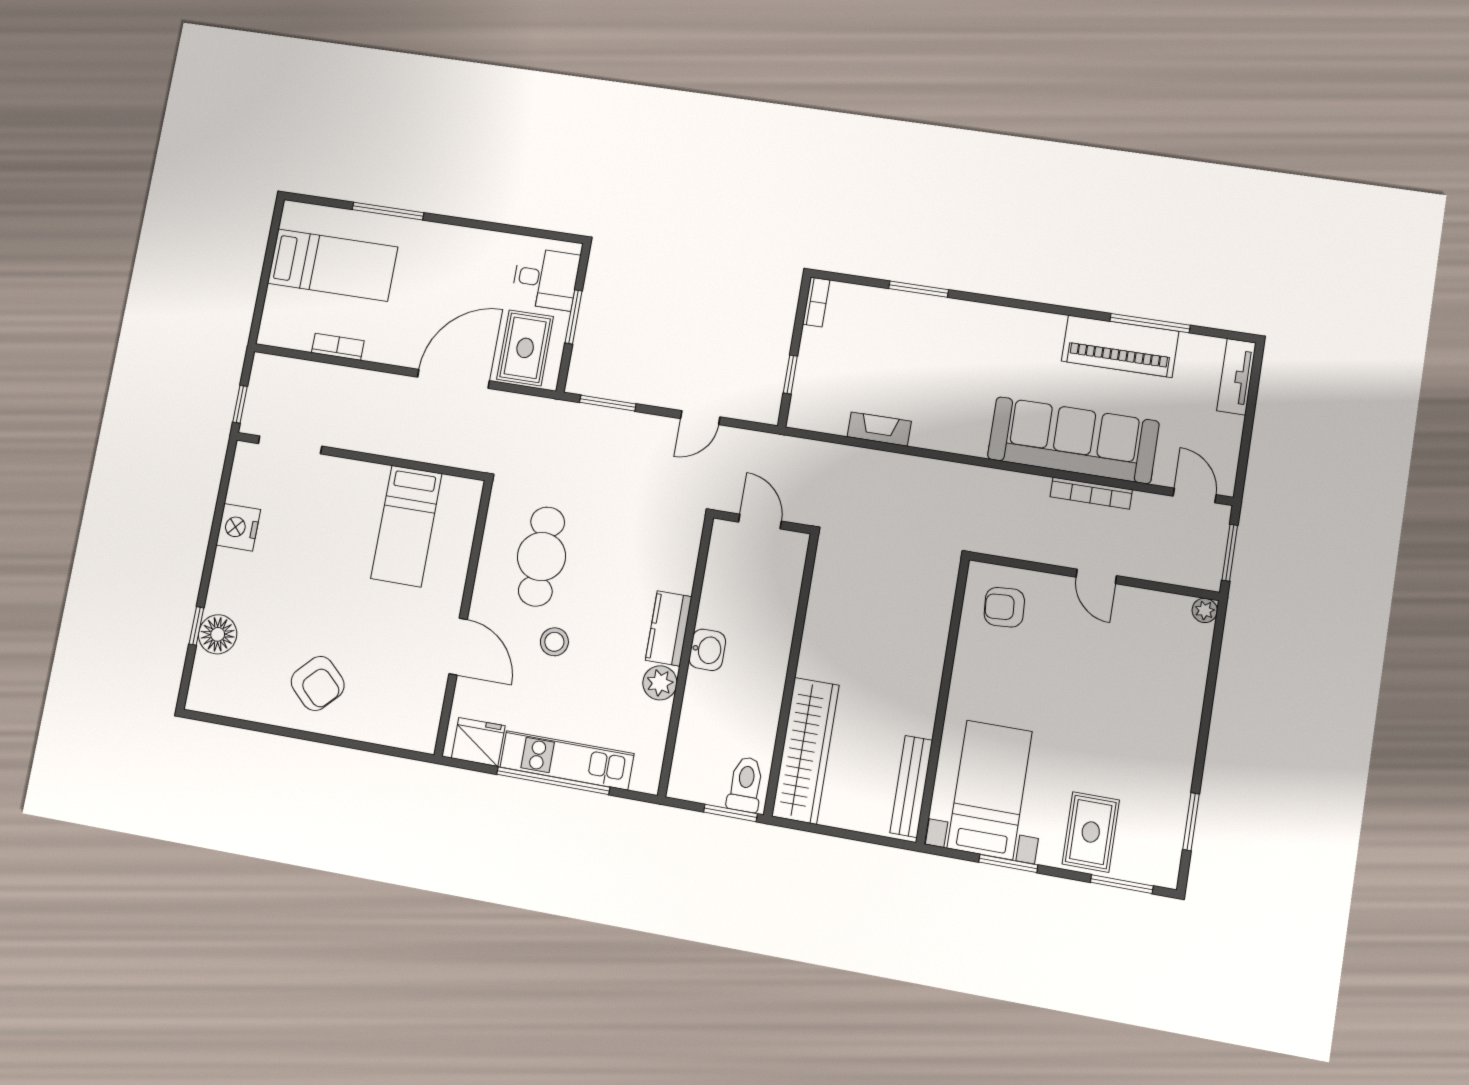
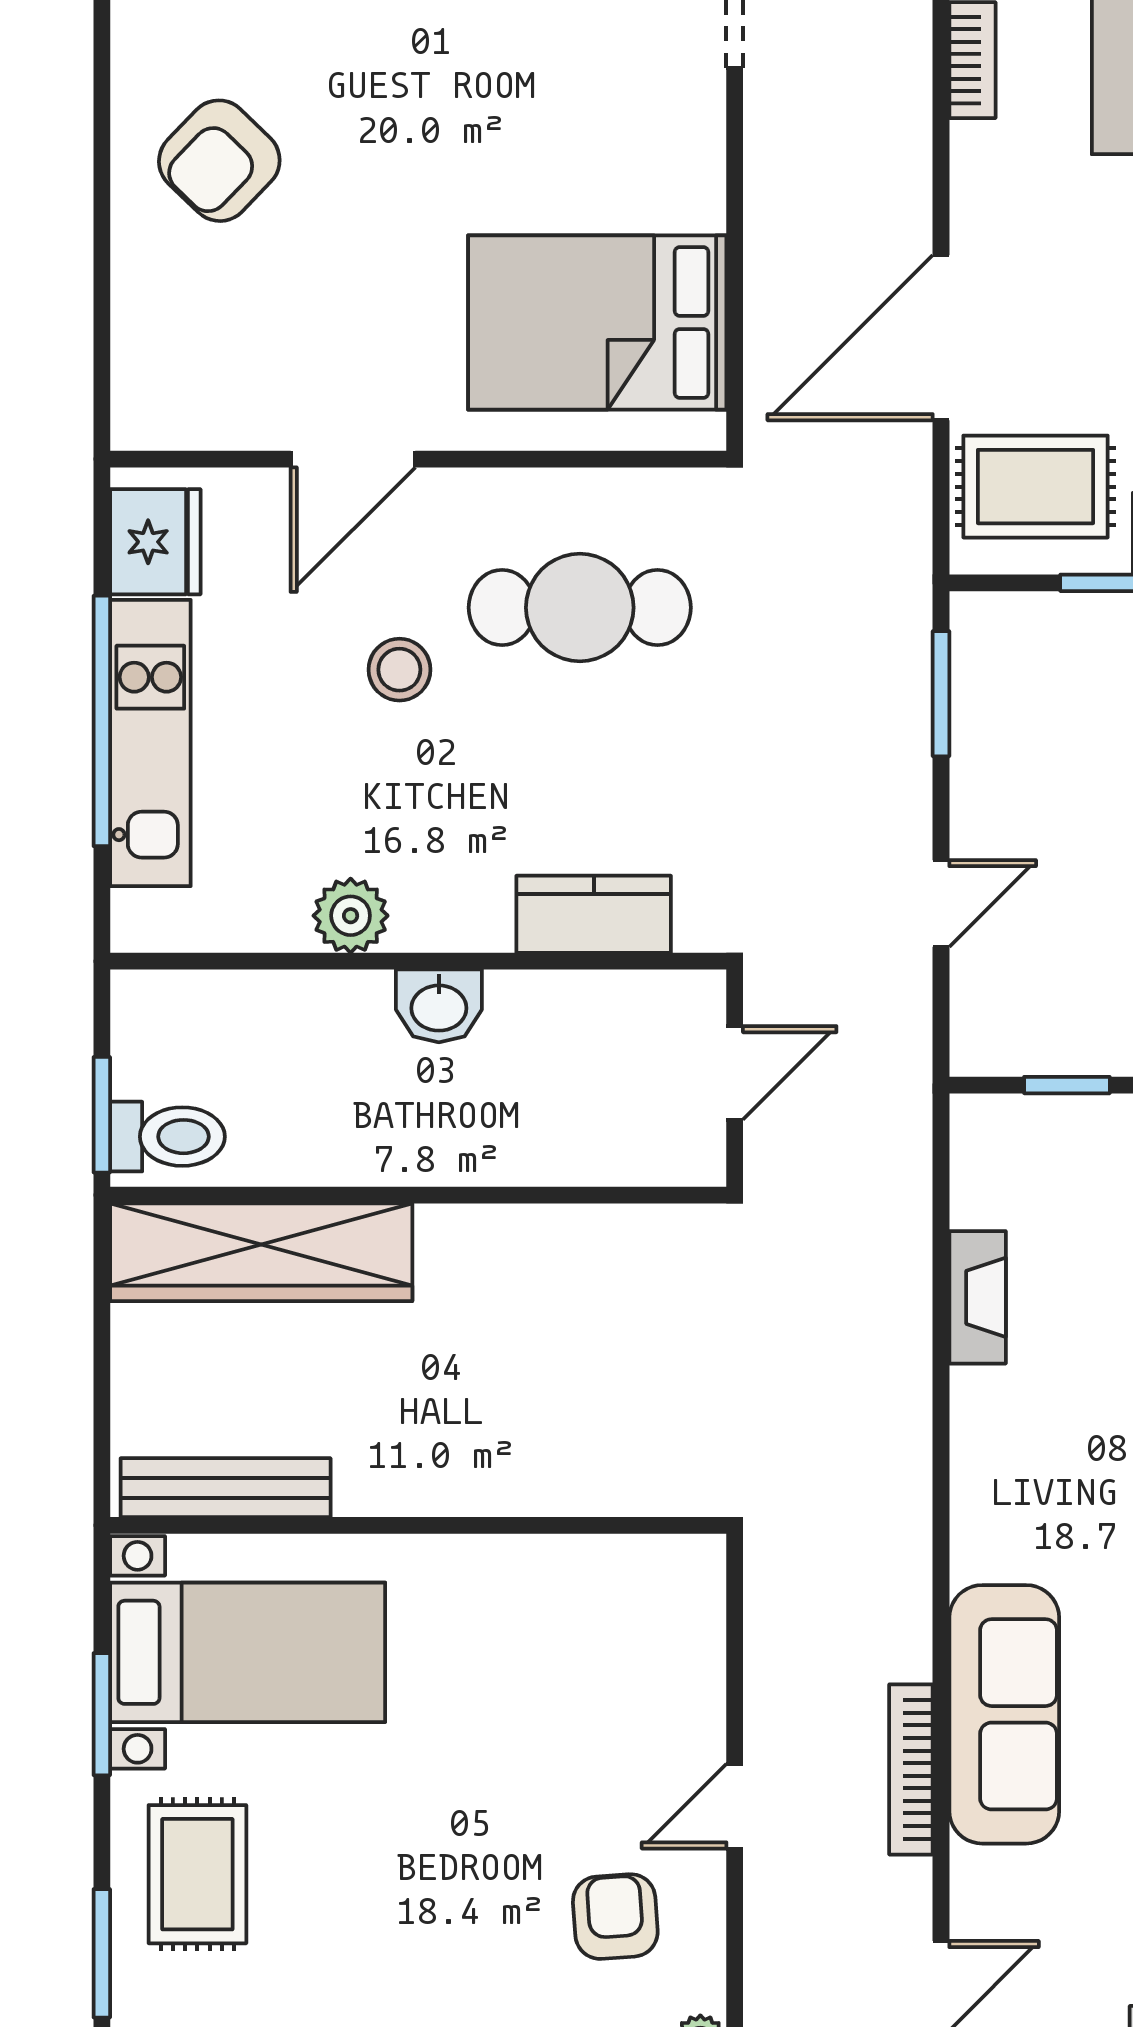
door: (453, 379) -> (941, 338), swing flipped
door: (700, 418) -> (941, 903), swing flipped
sofa: (1073, 440) -> (1004, 1714), width x0.74, depth x0.79
bed: (406, 526) -> (597, 322), width x1.50
armchair: (1004, 607) -> (615, 1917), moved
kitchen counter: (669, 628) -> (594, 914), moved
rug: (1091, 832) -> (197, 1874), turned 90

